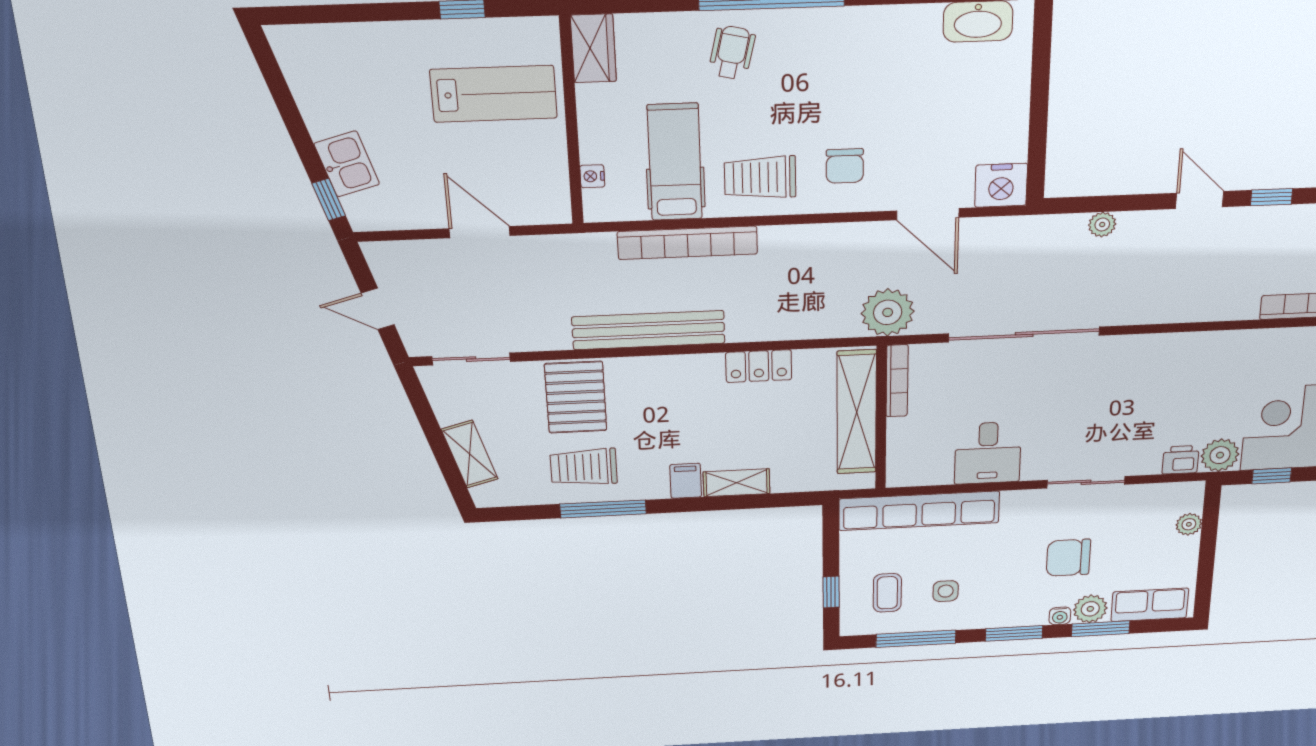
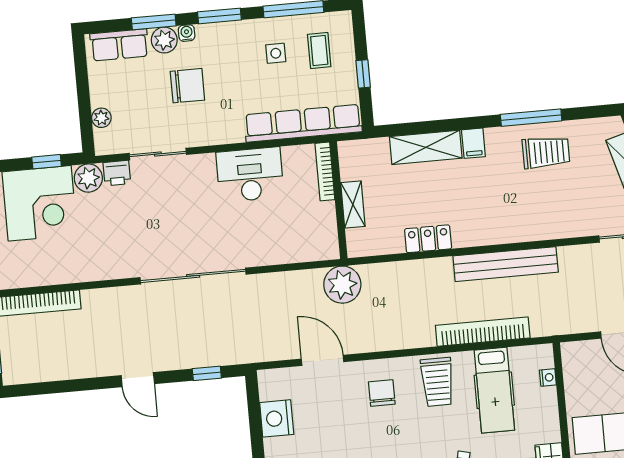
trolley: (760, 178) -> (437, 382), turned 90
nightstand: (1001, 185) -> (277, 418), moved, turned -90
window: (1272, 197) -> (207, 373), moved
plant: (1102, 225) -> (202, 358), removed
sliding door: (1024, 335) -> (193, 276), moved
bookcase: (897, 381) -> (325, 171), moved
pallet: (576, 397) -> (553, 209), removed
shelving: (857, 412) -> (353, 204), width x0.45, depth x0.75
desk: (988, 453) -> (250, 175), width x1.37
sliding door: (1086, 482) -> (158, 154), moved
shelving: (737, 483) -> (426, 147), width x1.50, depth x1.33
window: (831, 592) -> (363, 74), moved

